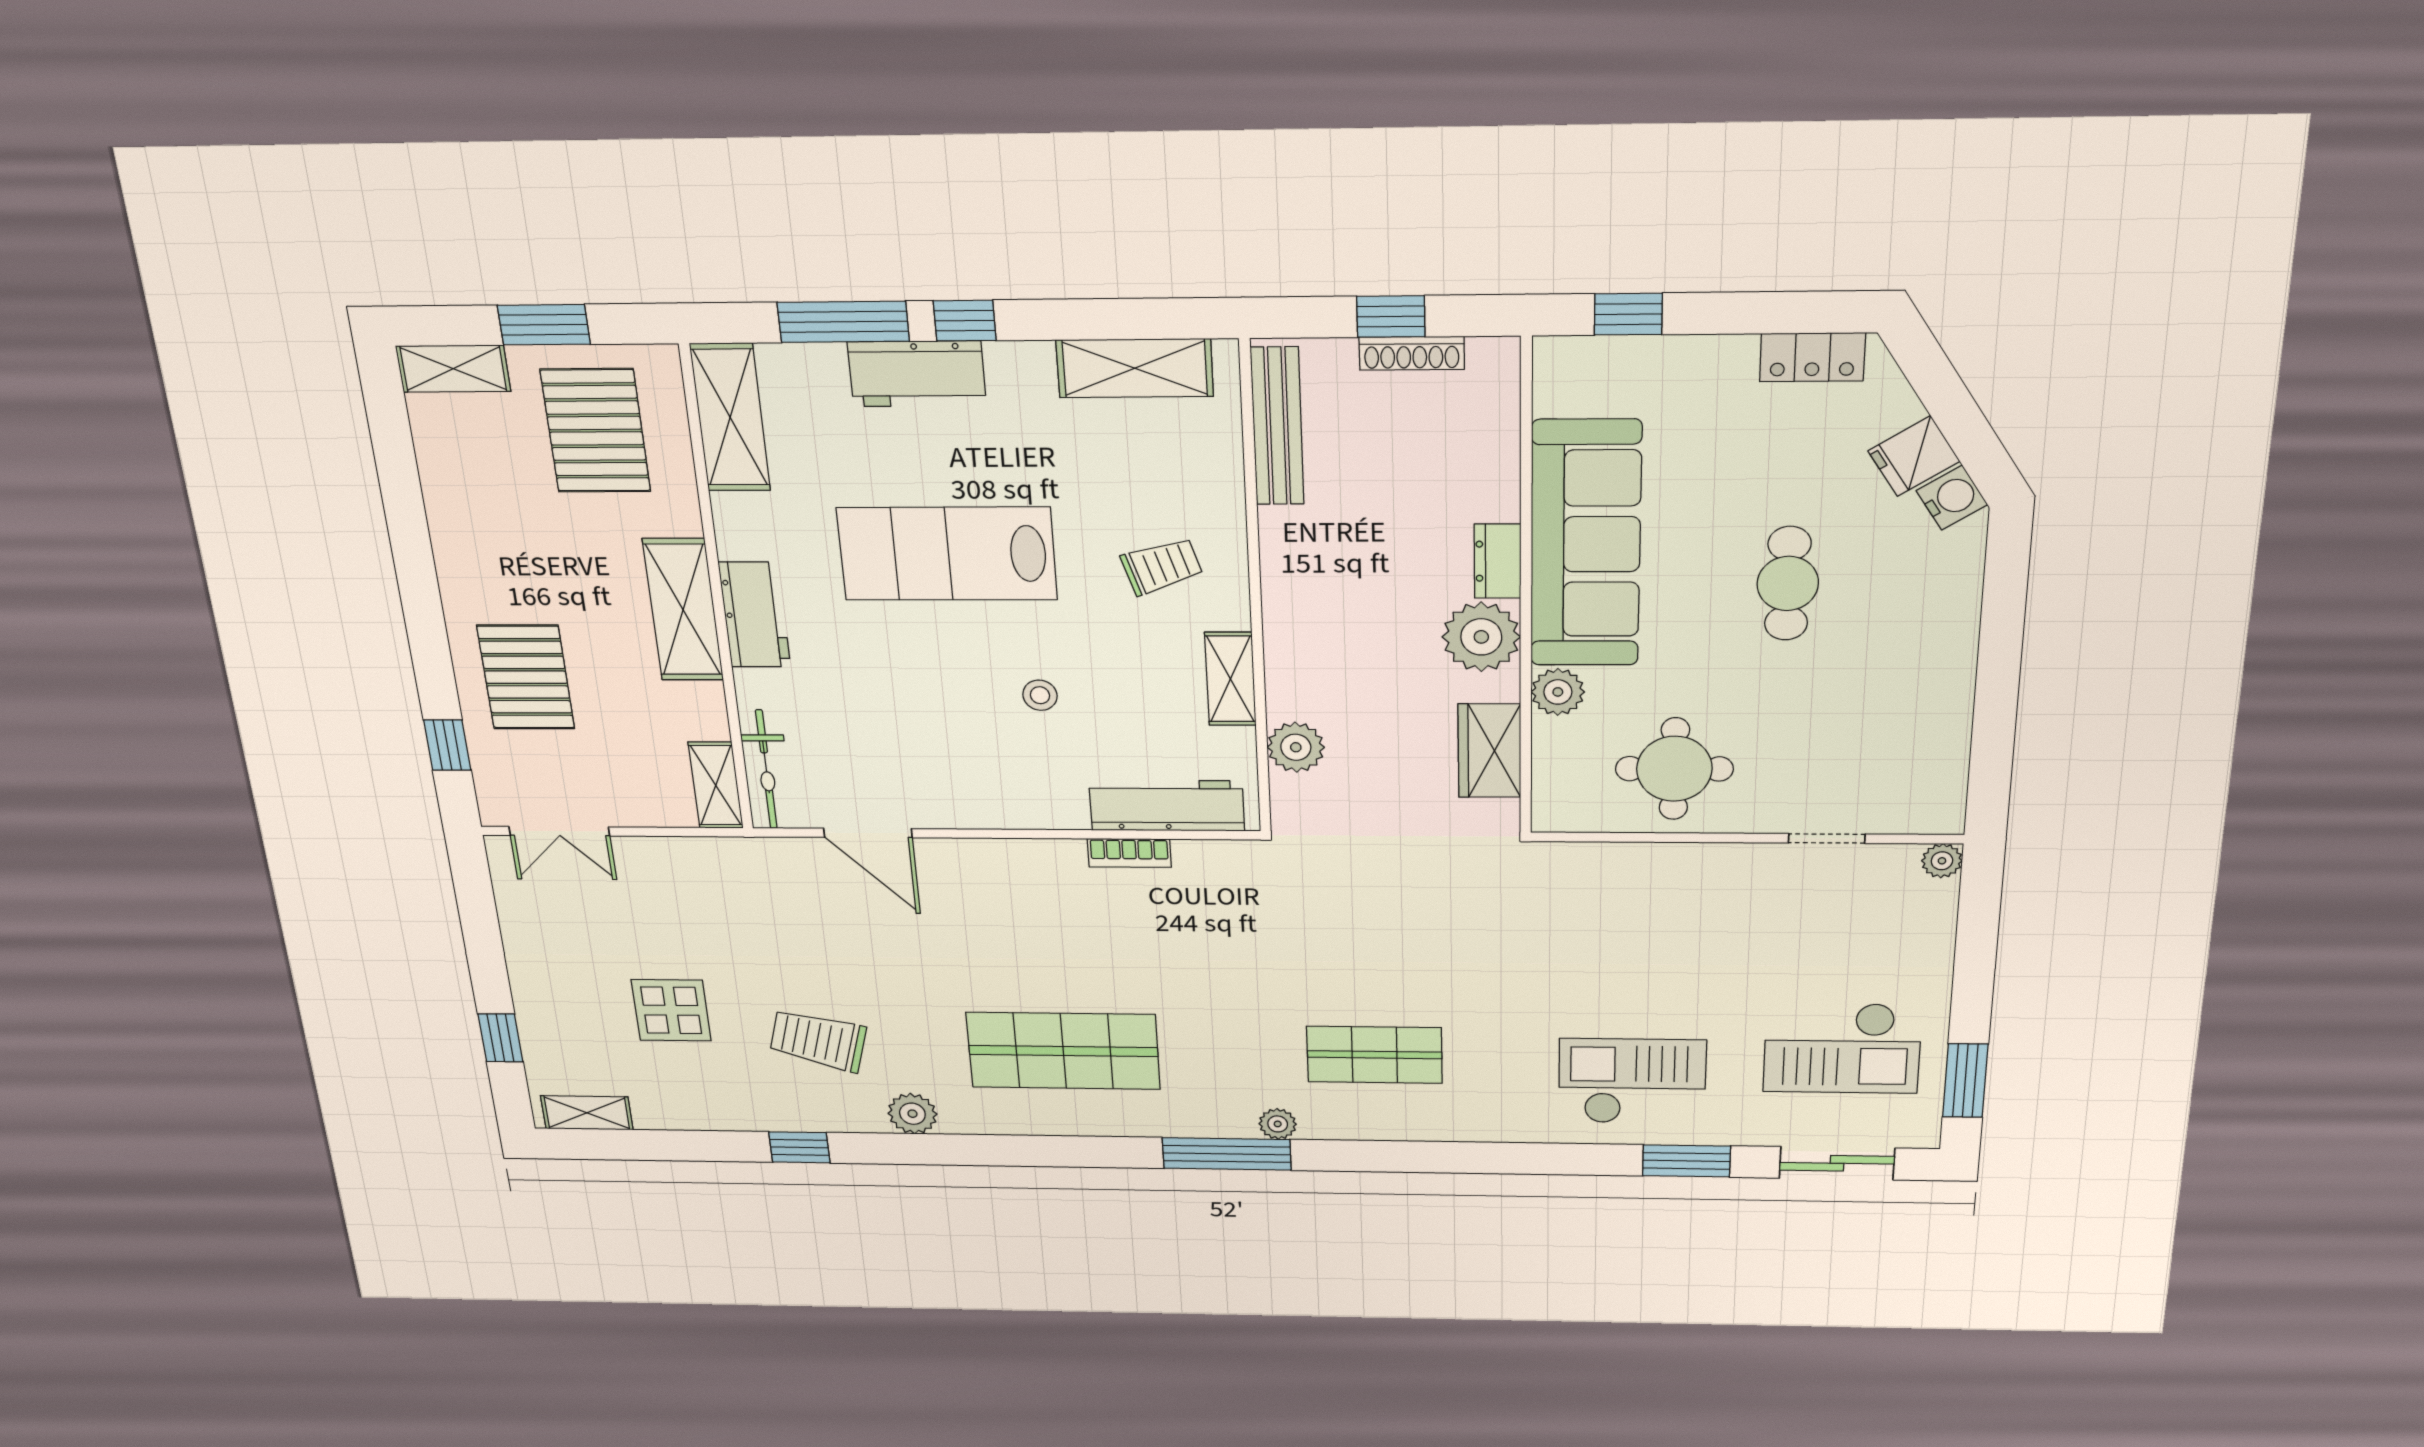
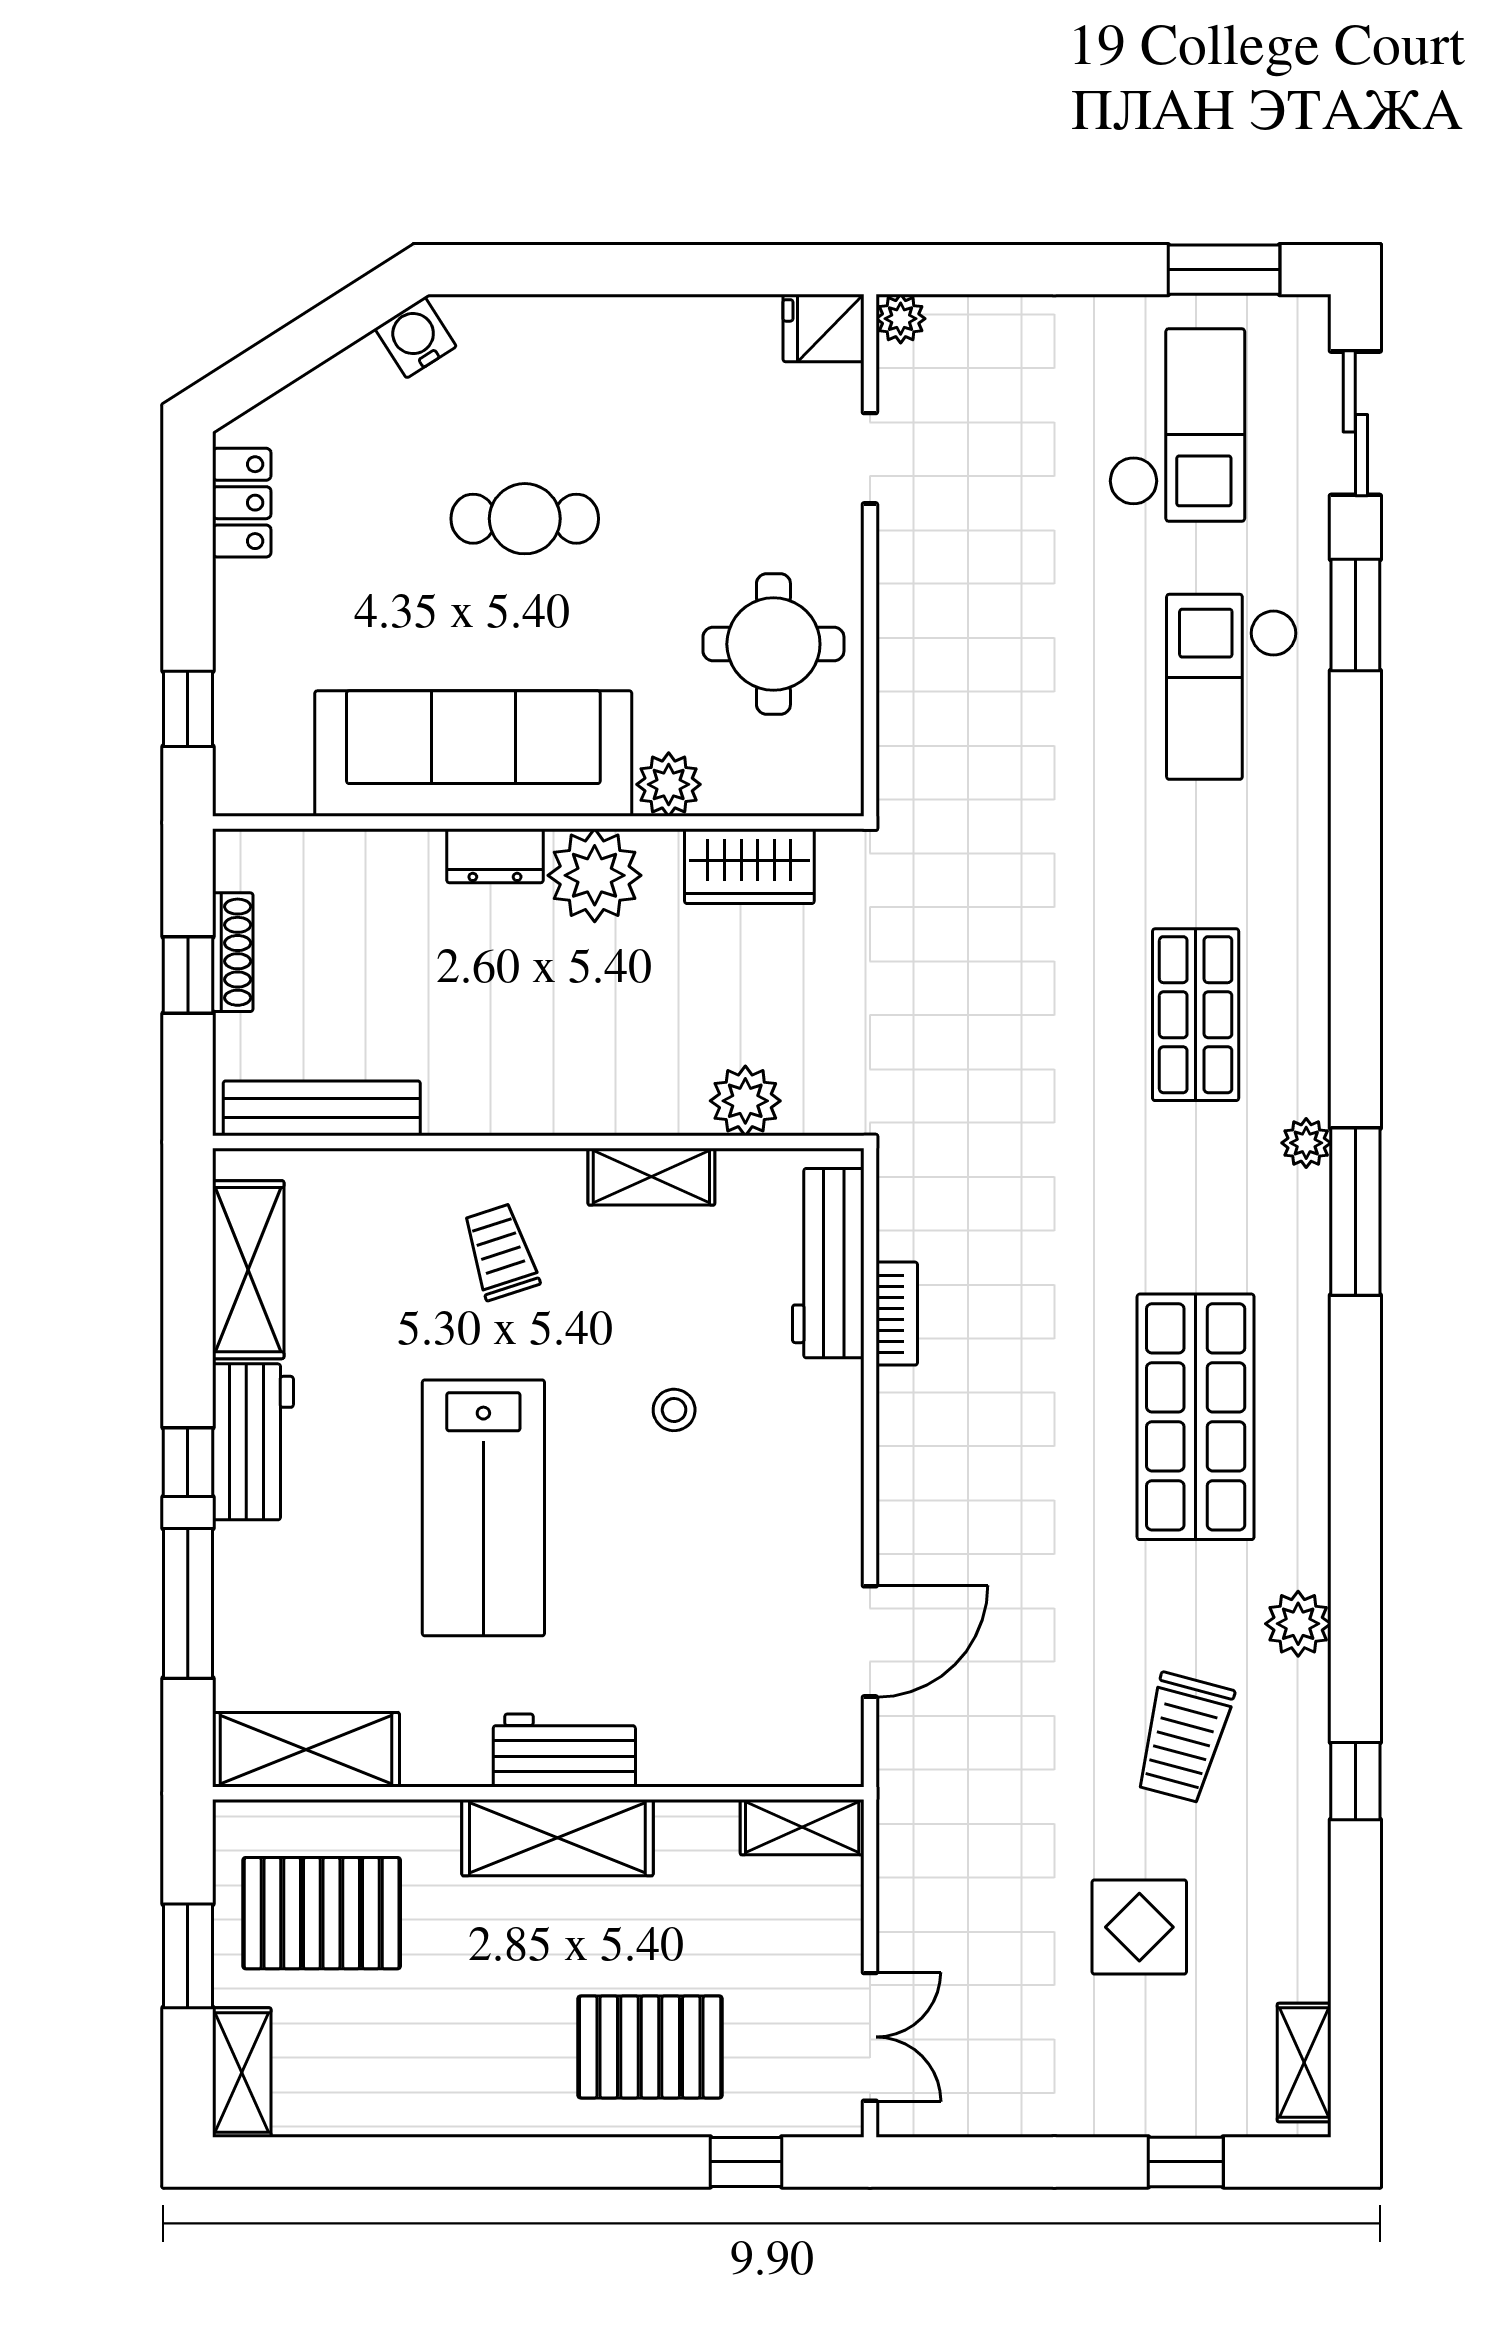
workbench: (917, 374) -> (253, 1442), moved
fridge: (1914, 456) -> (823, 328), moved, turned 123
bicycle: (766, 769) -> (779, 1760), removed

